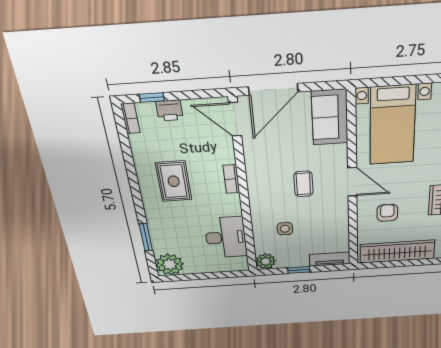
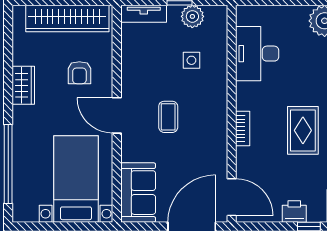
plant: (266, 261) -> (192, 16), moved

